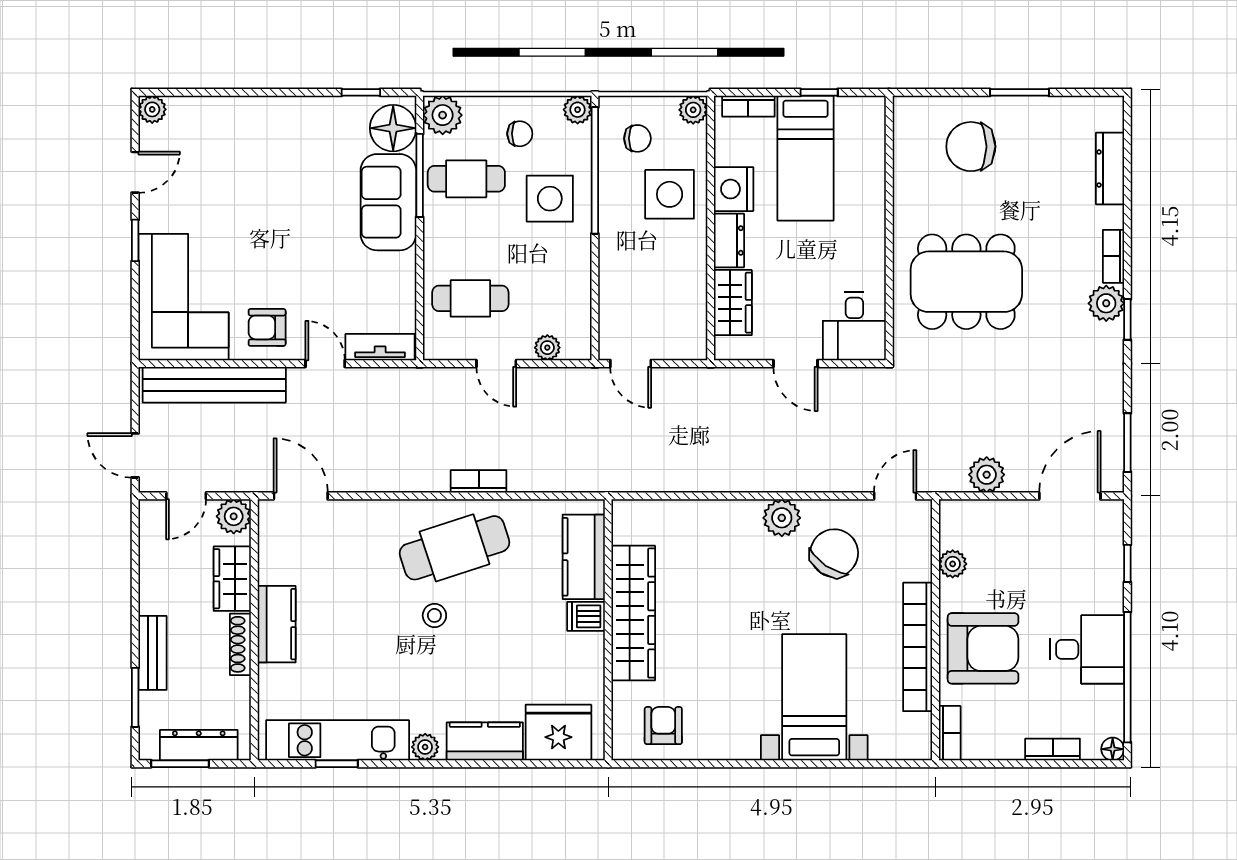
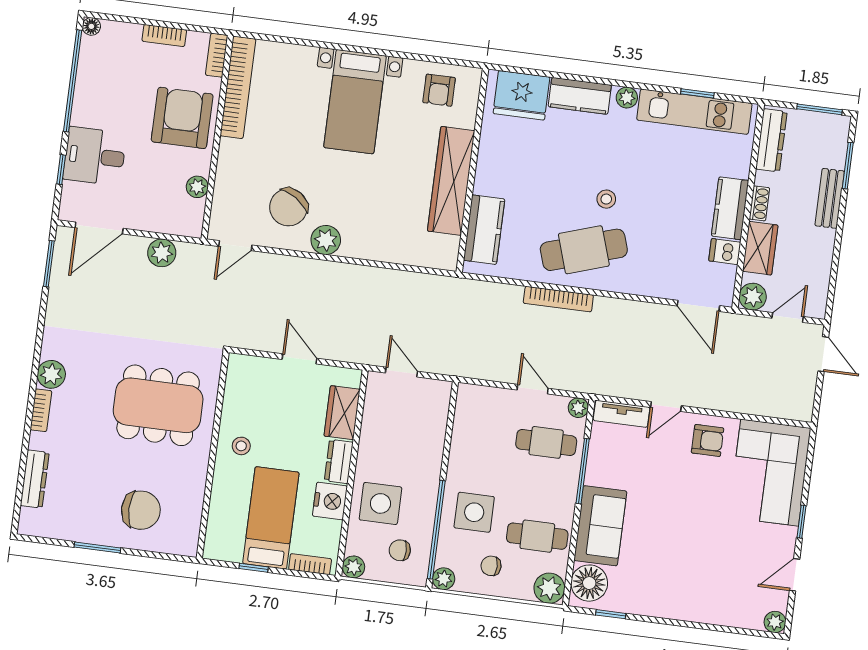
window: (420, 175) -> (583, 471), moved
stool: (855, 244) -> (241, 446), added
window: (1127, 319) -> (36, 360), removed
desk: (854, 326) -> (250, 382), removed
plant: (547, 348) -> (578, 408), moved
door: (325, 364) -> (666, 406), hinge flipped
door: (631, 364) -> (401, 372), moved
bench: (214, 385) -> (755, 401), removed
bookcase: (479, 481) -> (558, 299), width x1.56
dishwasher: (586, 616) -> (725, 252), moved, turned 180
shoe rack: (240, 644) -> (759, 203), width x0.70
bookcase: (918, 647) -> (238, 87), moved
armchair: (983, 648) -> (182, 118), turned 90
desk: (1087, 649) -> (95, 156), moved
bed with nightstands: (814, 697) -> (355, 102), moved
dresser: (199, 745) -> (771, 140), moved, turned -90
bookcase: (1053, 749) -> (164, 35), moved

